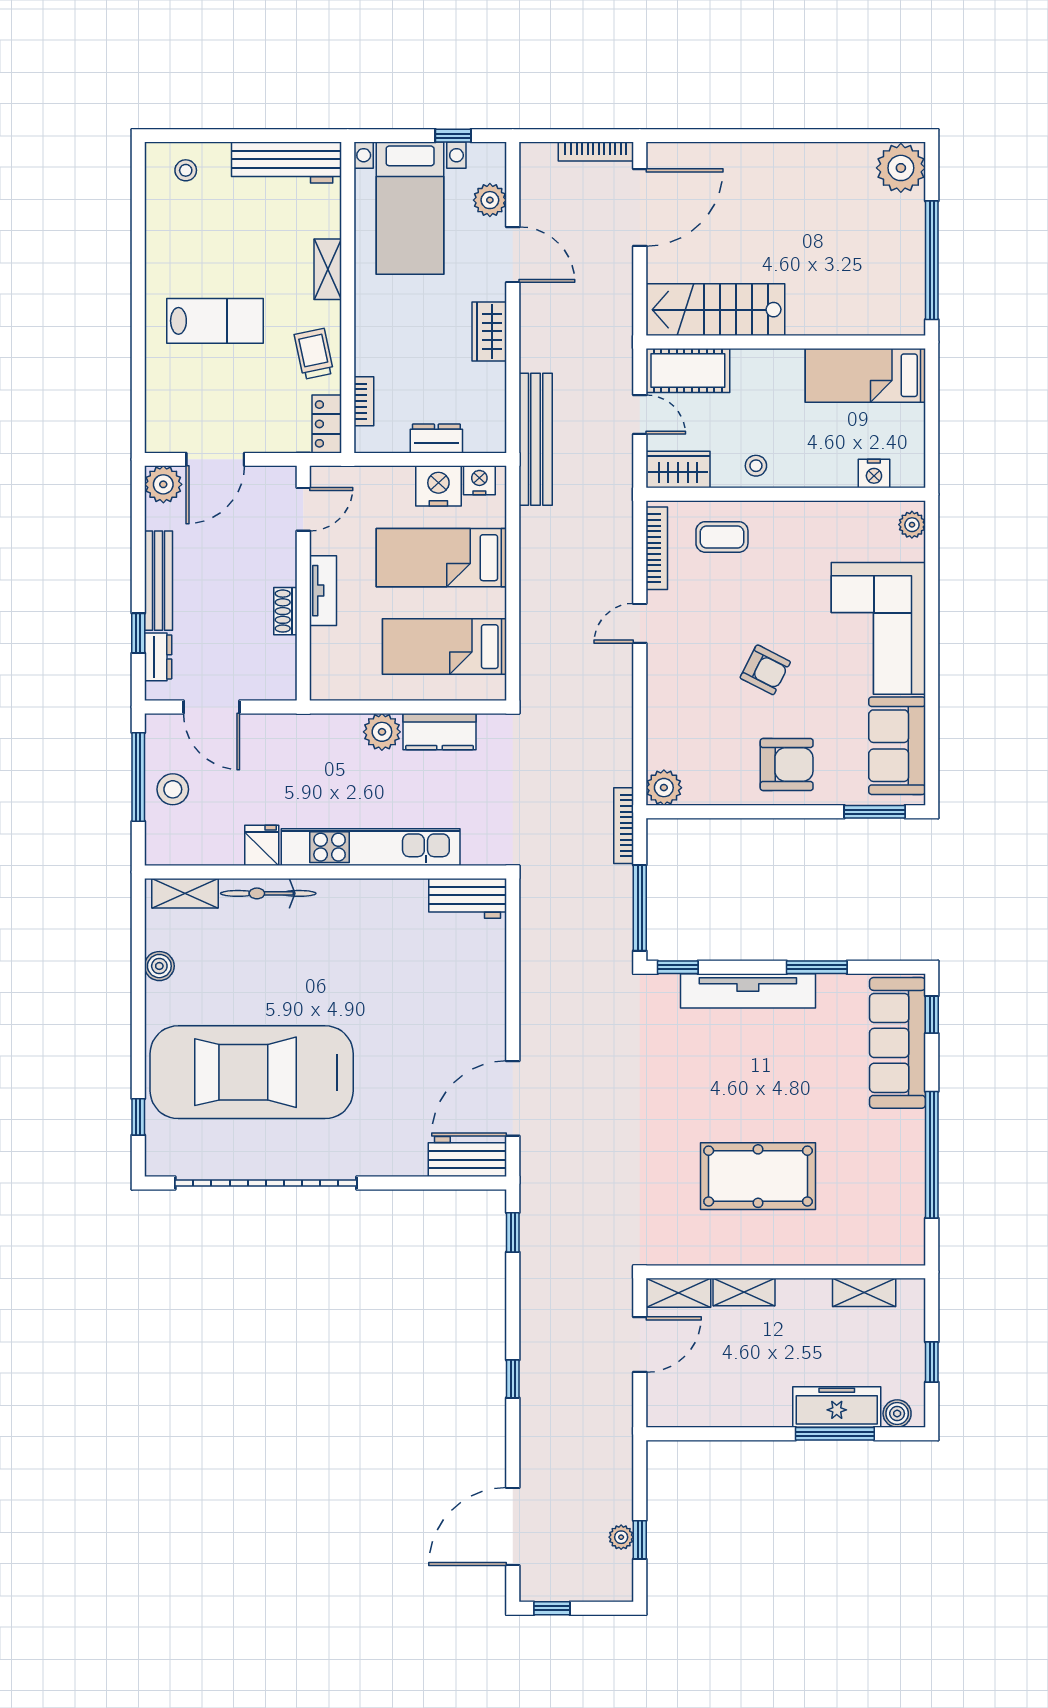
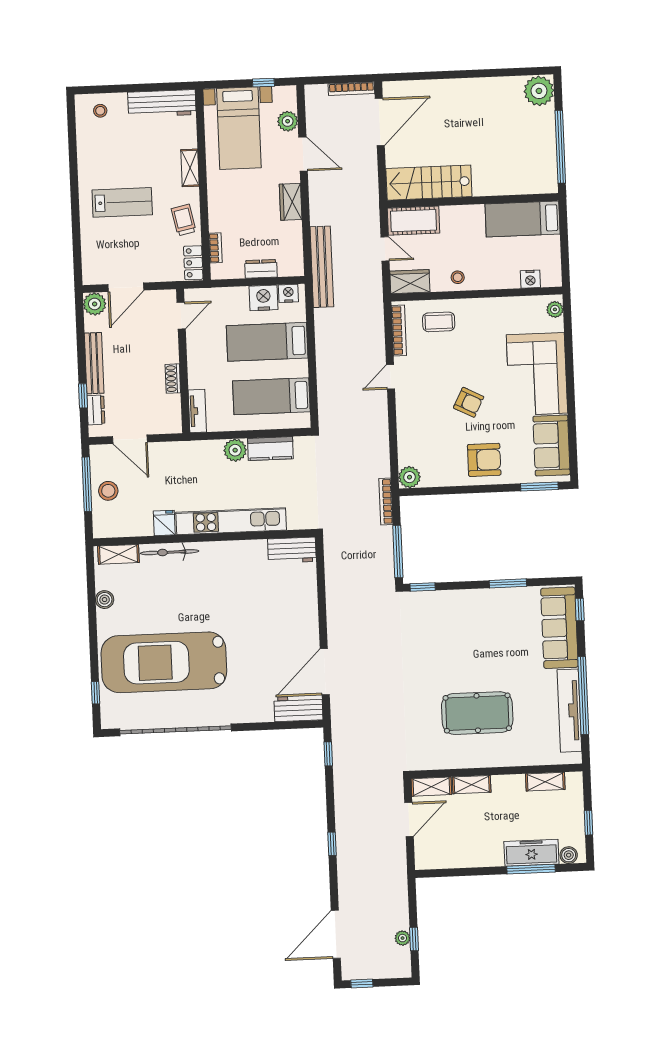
tv unit: (323, 591) -> (197, 411), moved
tv unit: (748, 991) -> (569, 711), moved, turned 90

